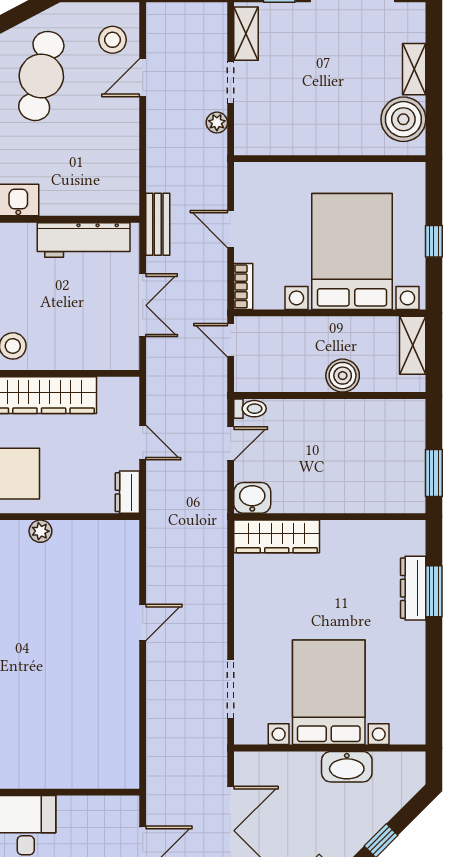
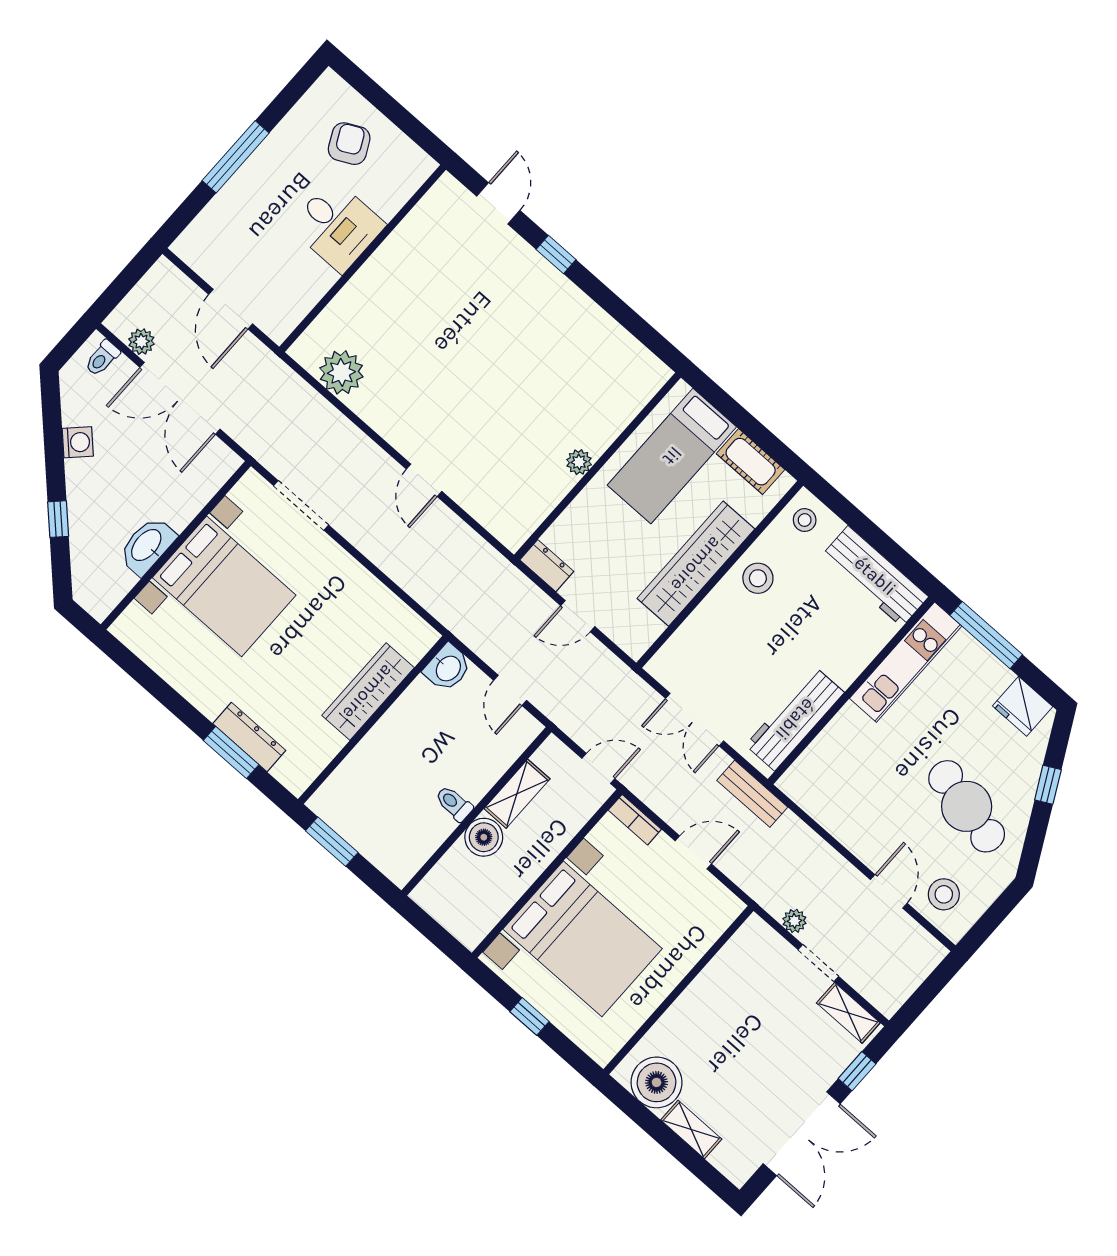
shelving: (413, 345) -> (517, 794), moved, turned 90
toilet: (250, 409) -> (454, 803), moved, turned 90
wardrobe: (277, 536) -> (368, 692), moved
plant: (120, 740) -> (341, 372), added

